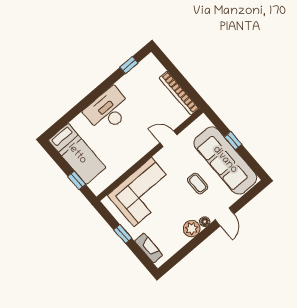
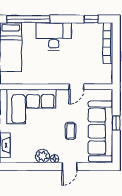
bookcase: (179, 93) -> (108, 43), moved
window: (71, 115) -> (28, 19), added
door: (168, 139) -> (76, 87), swing flipped

